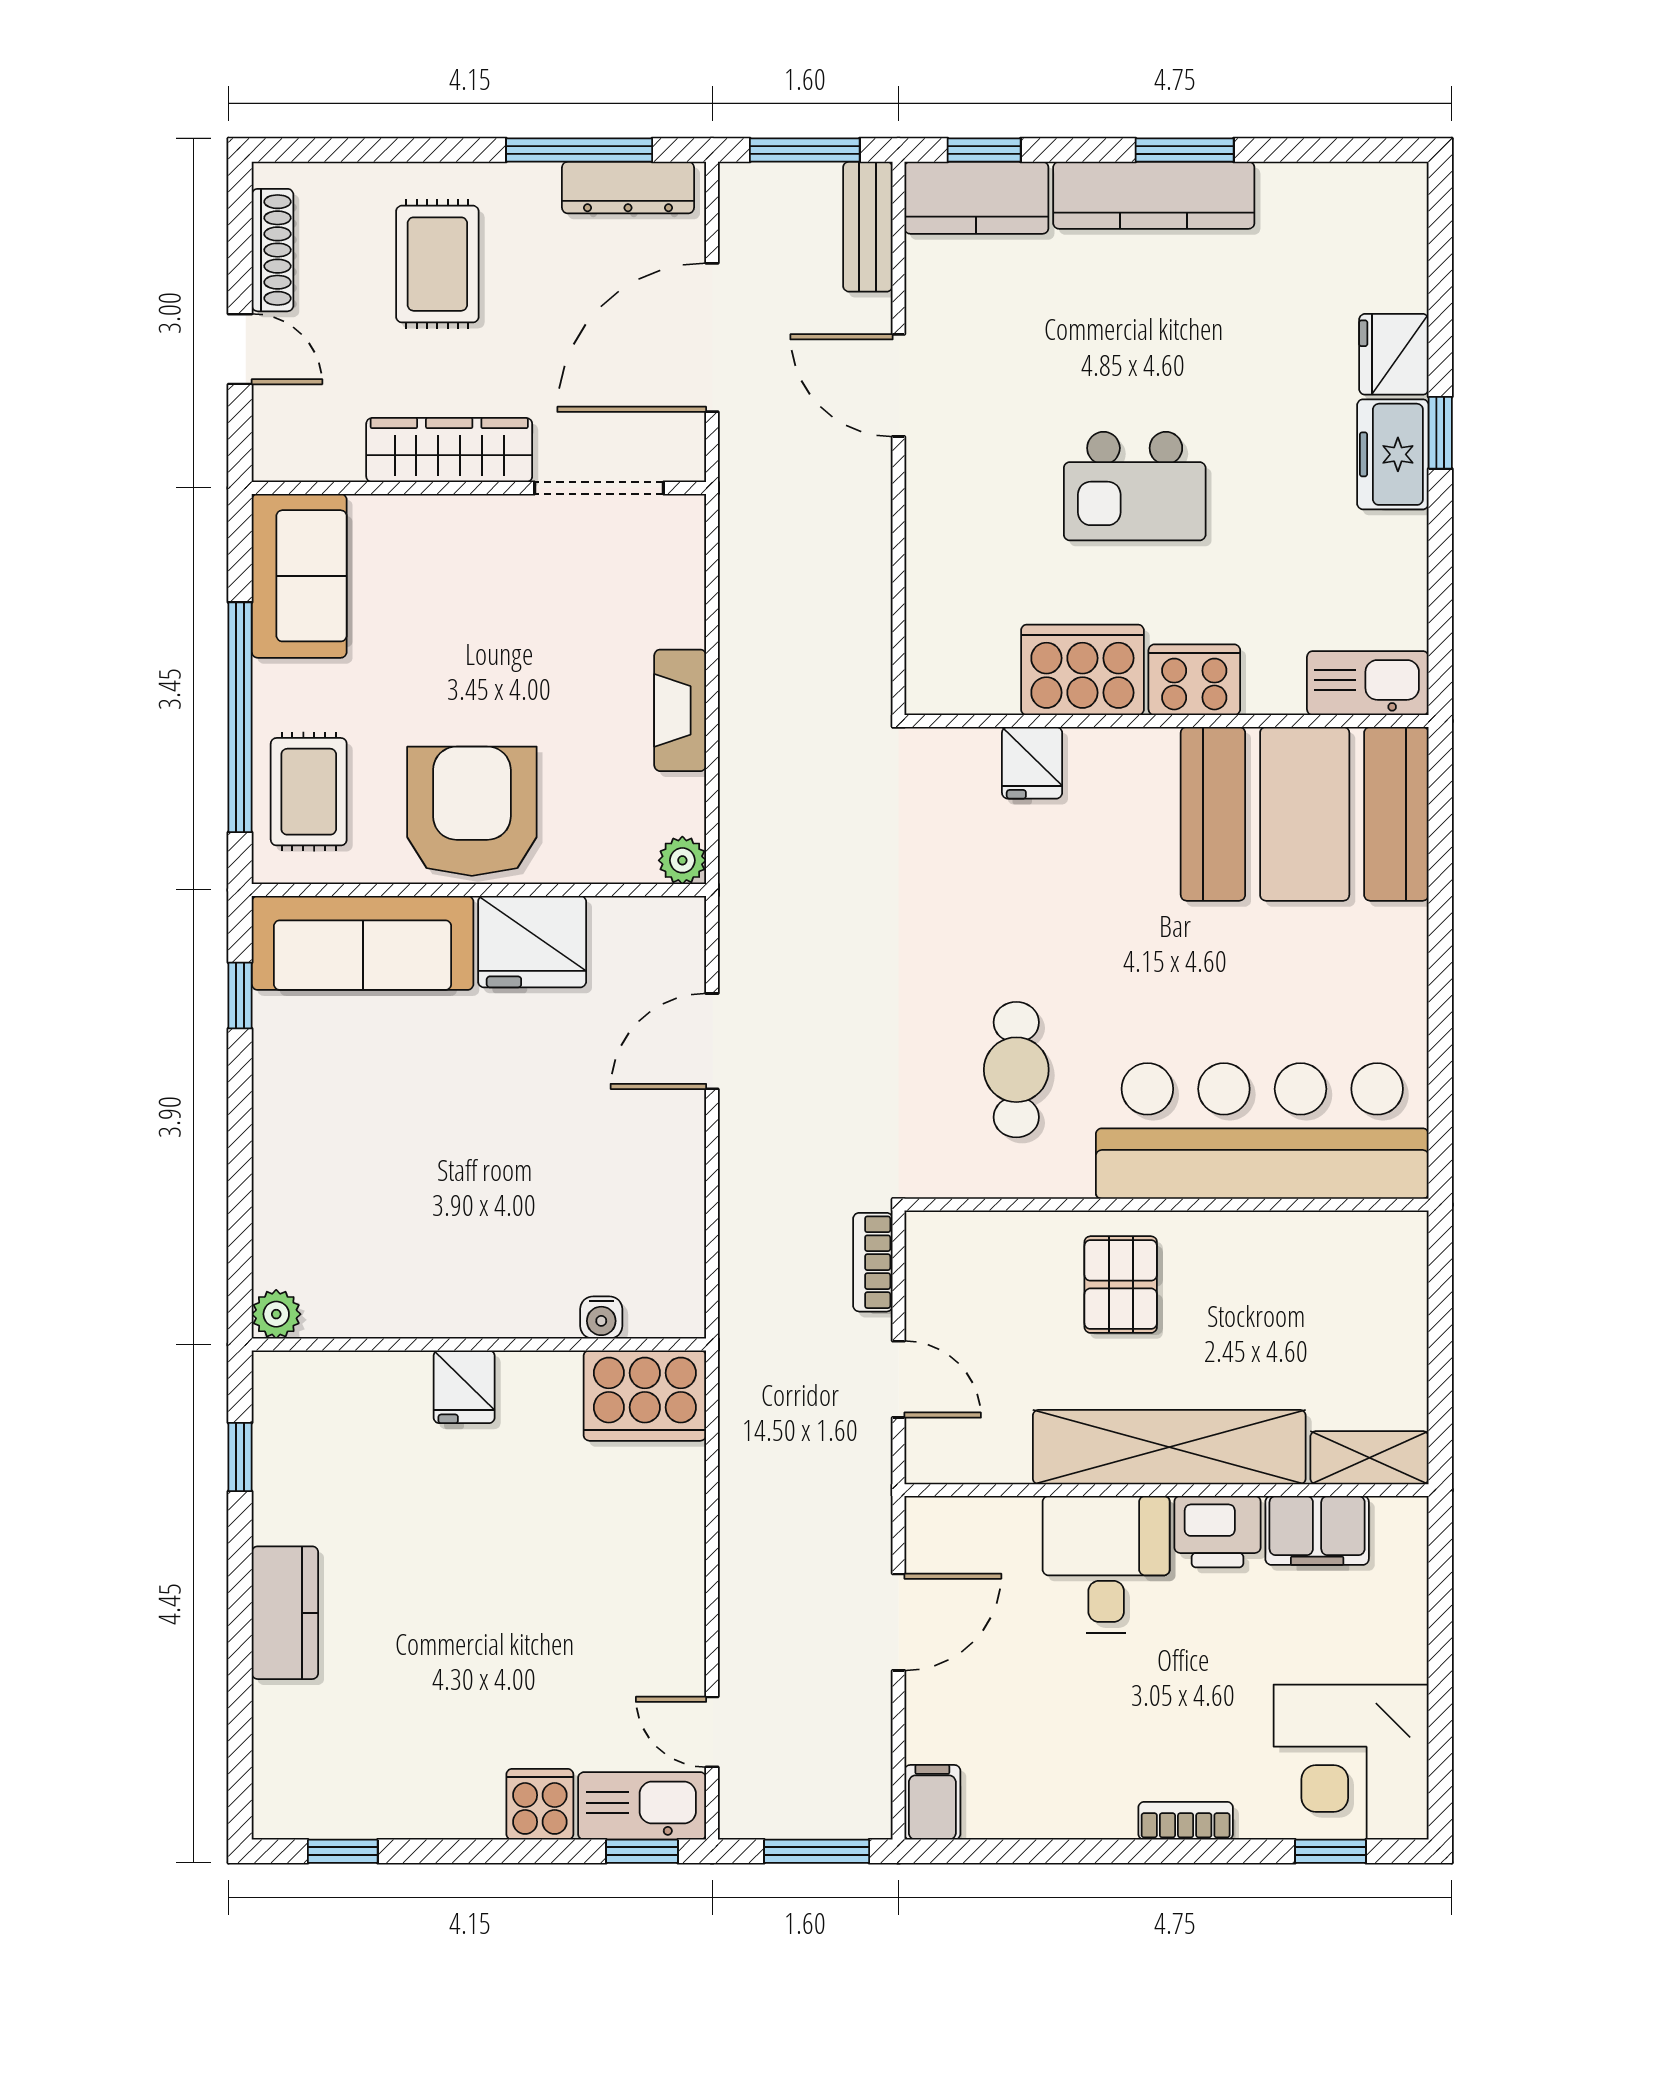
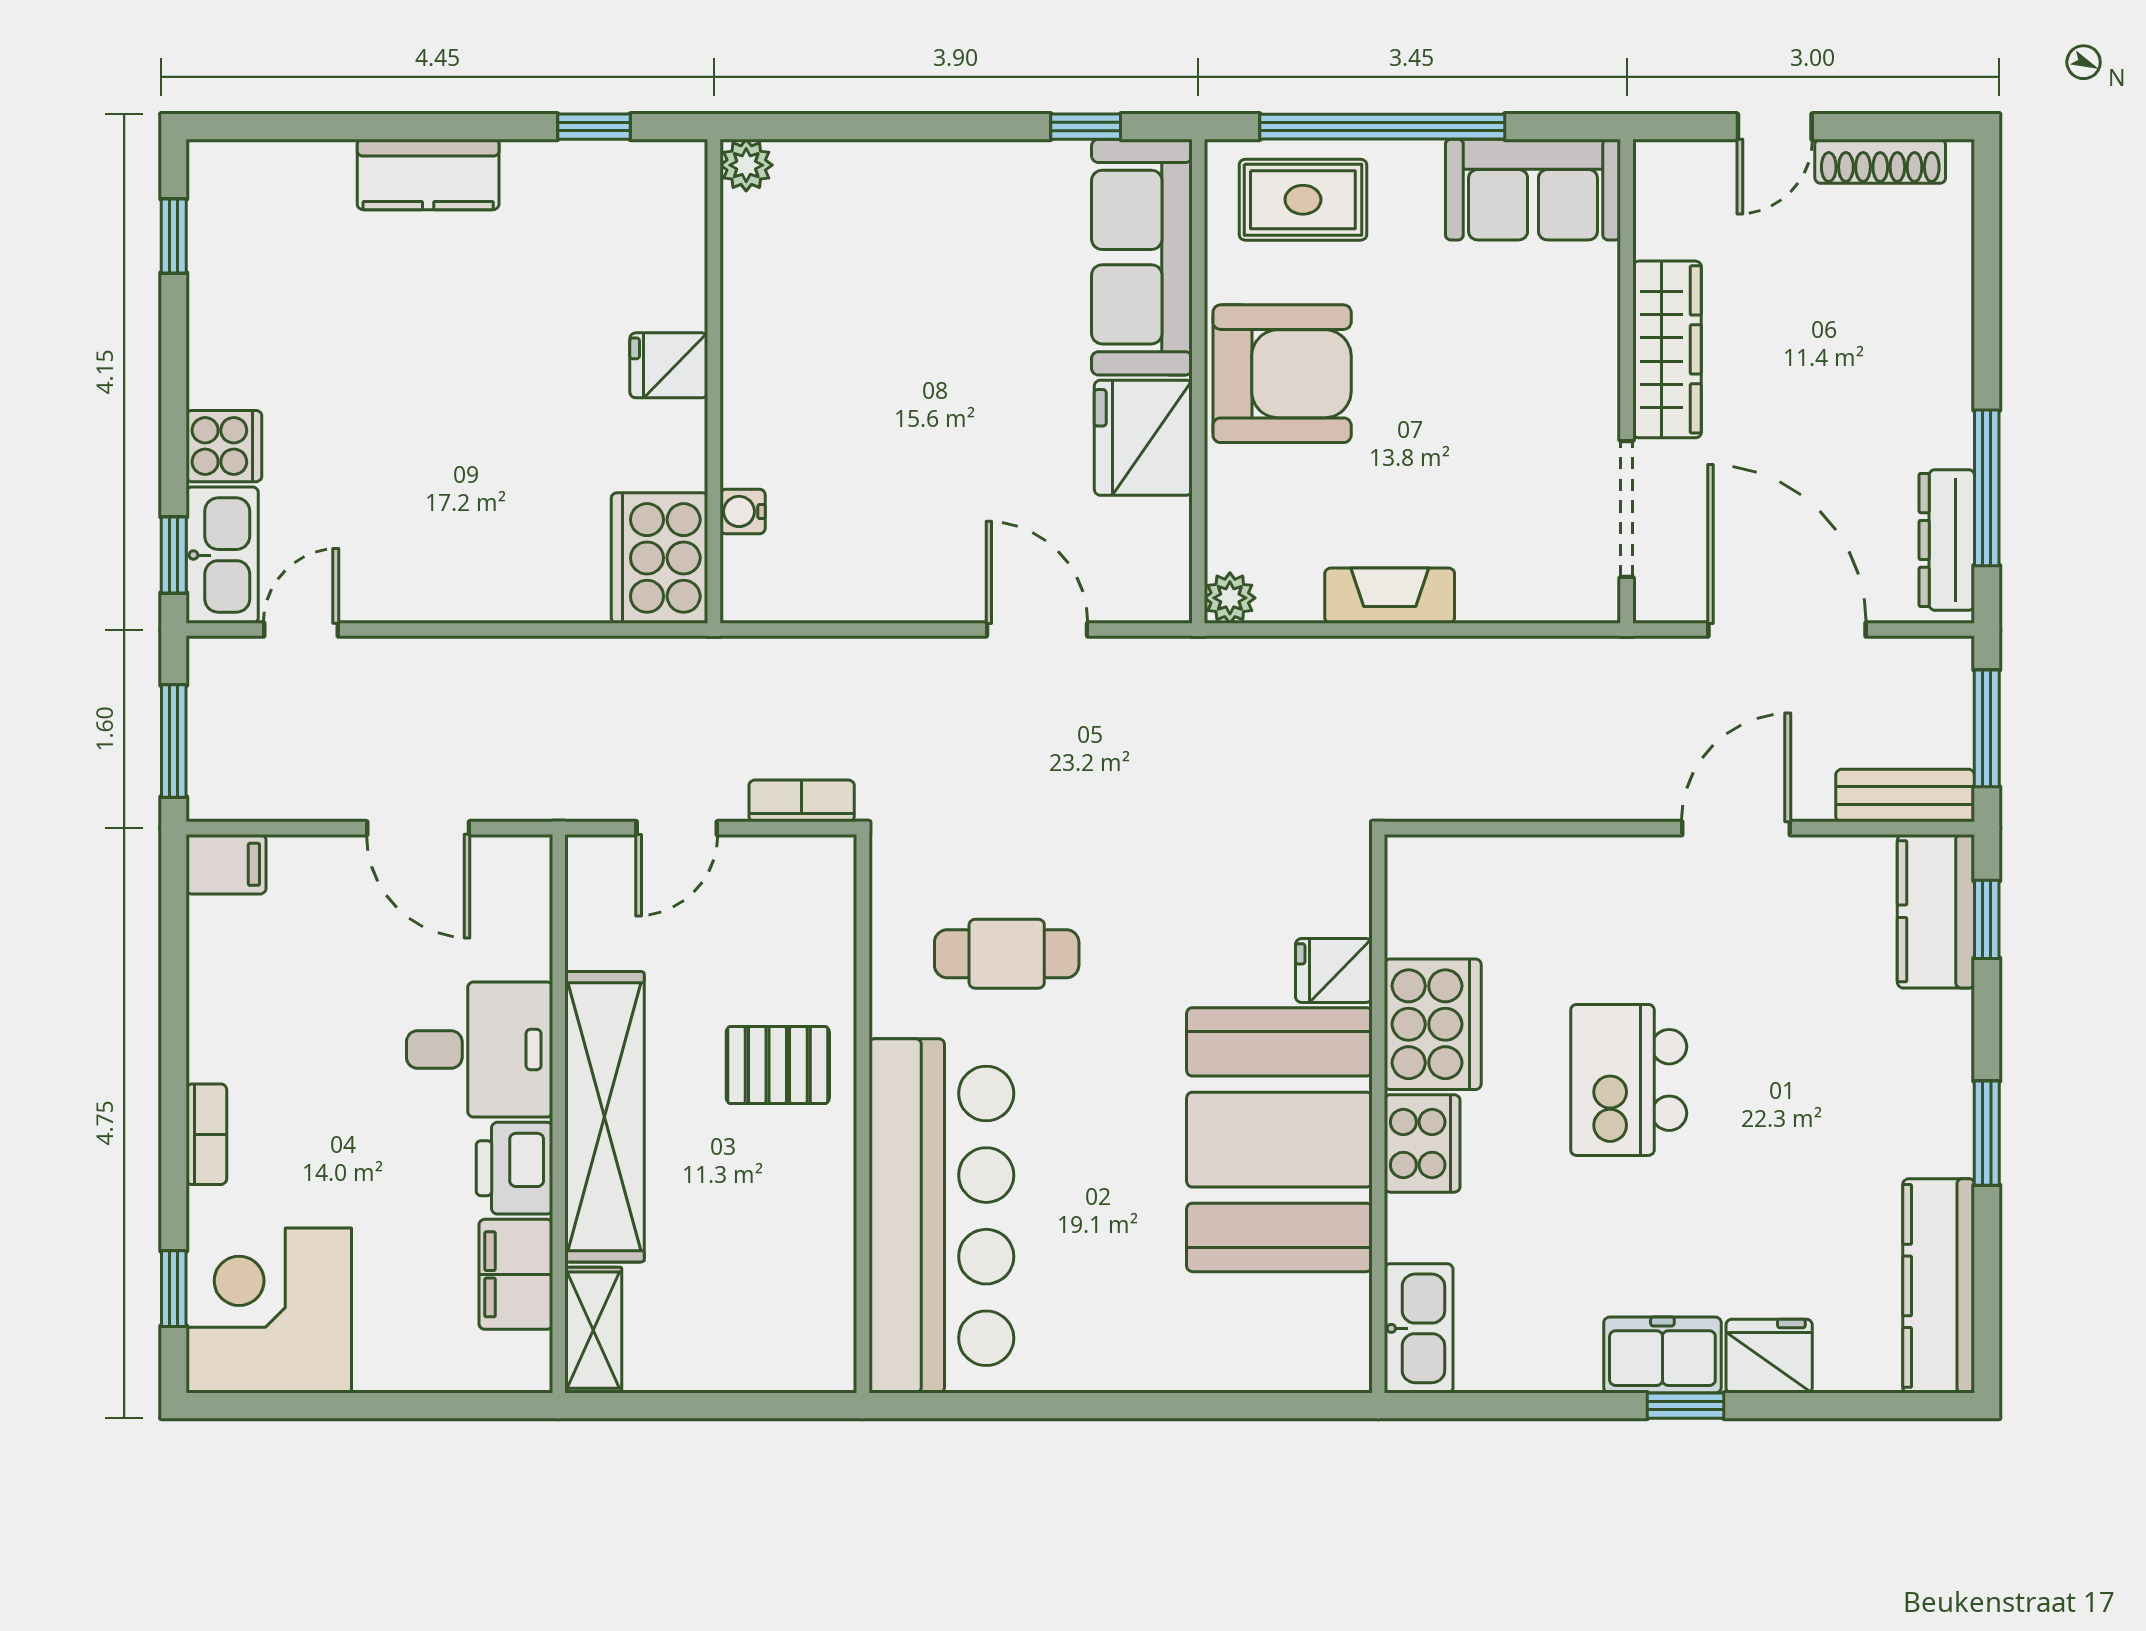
kitchen counter: (1154, 195) -> (1939, 1286), moved
rug: (437, 264) -> (1865, 337), removed
booth: (1305, 814) -> (1279, 1140), moved

